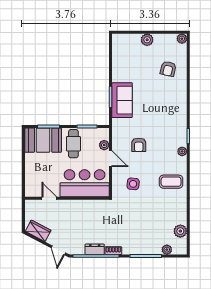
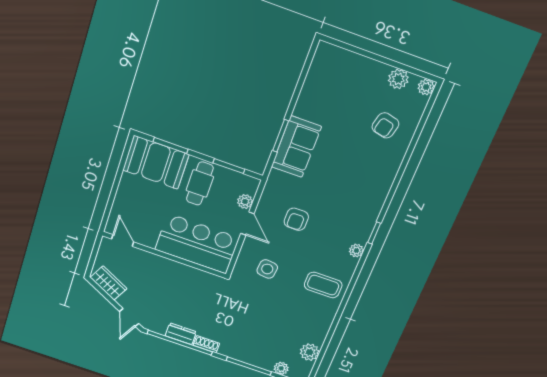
plant: (147, 40) -> (398, 79), moved
door: (49, 198) -> (123, 240), moved

